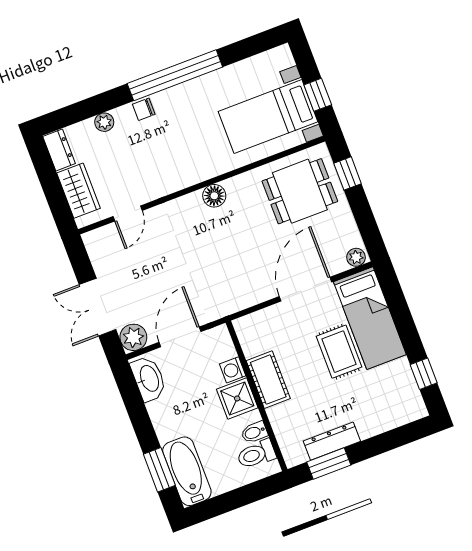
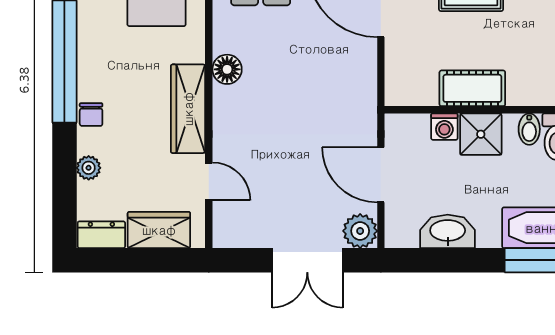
wardrobe: (175, 178) -> (188, 109), added
washbasin: (149, 379) -> (448, 231), moved

